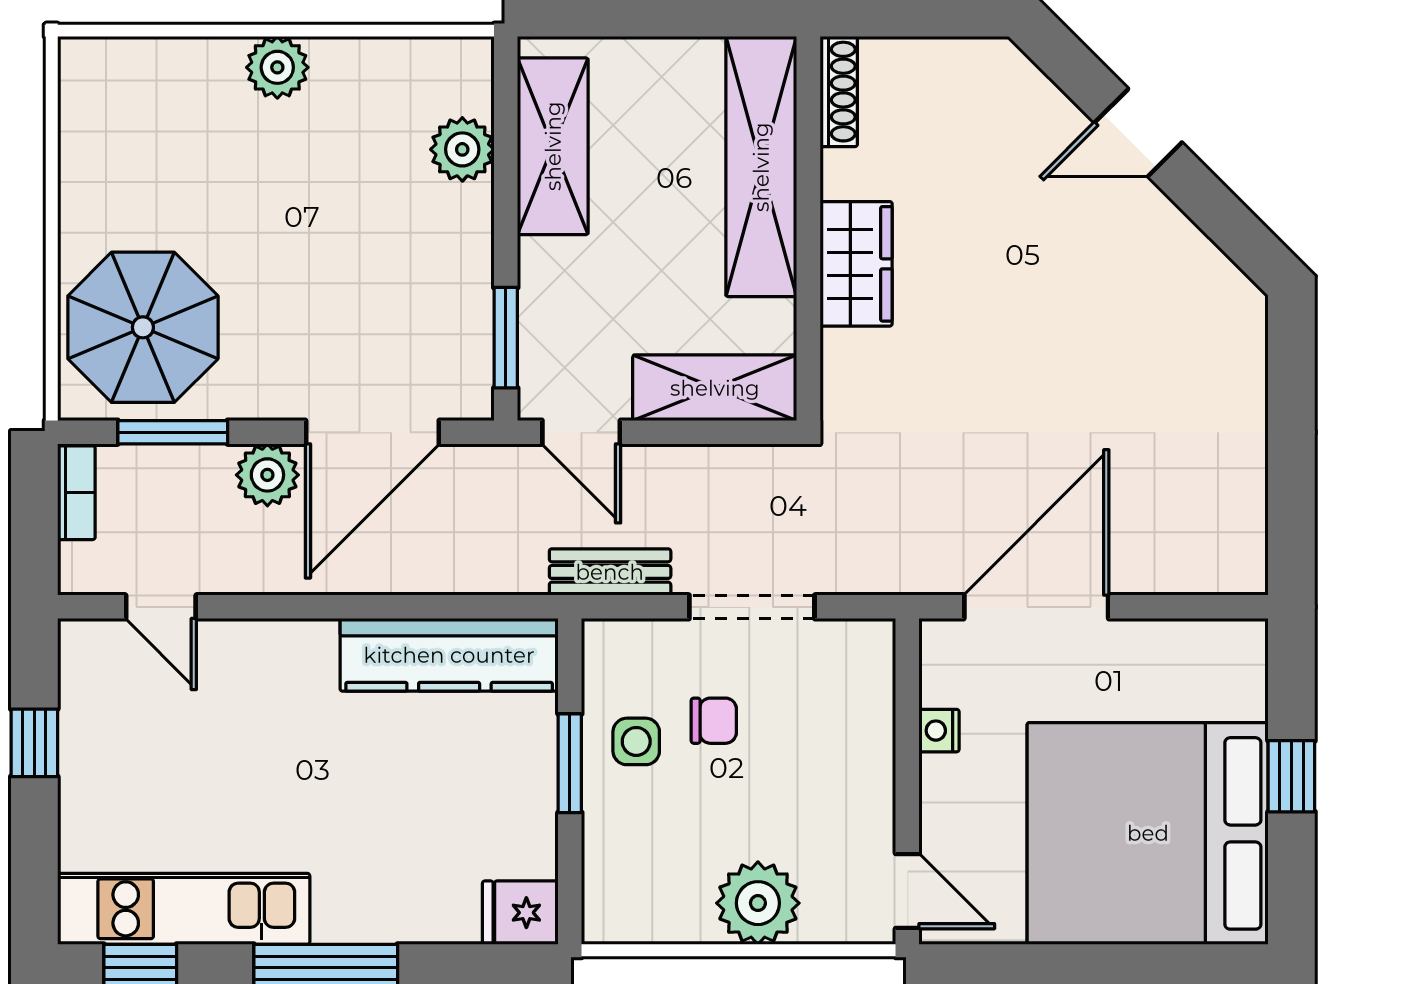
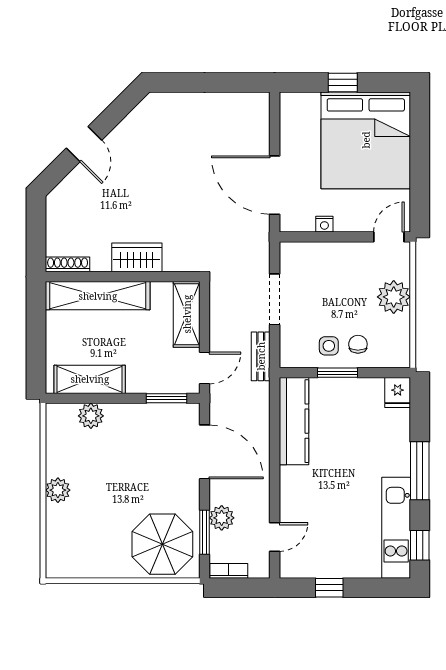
plant: (267, 475) -> (222, 518), moved
chair: (714, 721) -> (358, 344), moved

